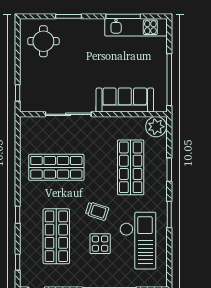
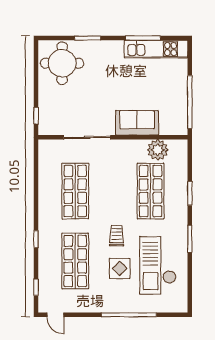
round table: (43, 41) -> (62, 63), width x1.36, depth x1.36
sofa: (125, 100) -> (137, 123), width x0.73
plant: (156, 127) -> (158, 150), moved
shop shelf: (56, 167) -> (75, 191), turned 90
trolley: (97, 211) -> (117, 235), turned -108
checkout: (138, 241) -> (158, 265), turned 180

